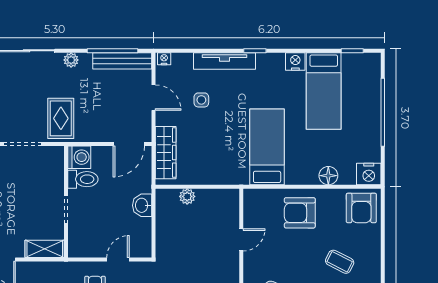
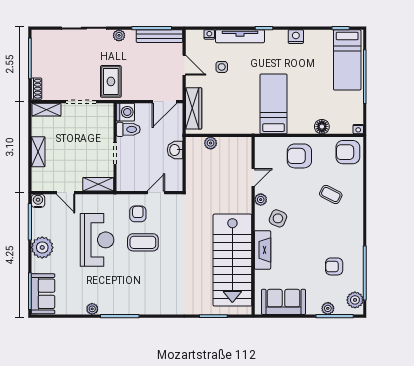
nightstand: (164, 59) -> (209, 34), moved
bed: (324, 91) -> (347, 60), moved
nightstand: (369, 174) -> (358, 129), width x0.53, depth x0.56
armchair: (361, 208) -> (348, 152), turned 90
plant: (251, 268) -> (261, 200), added

